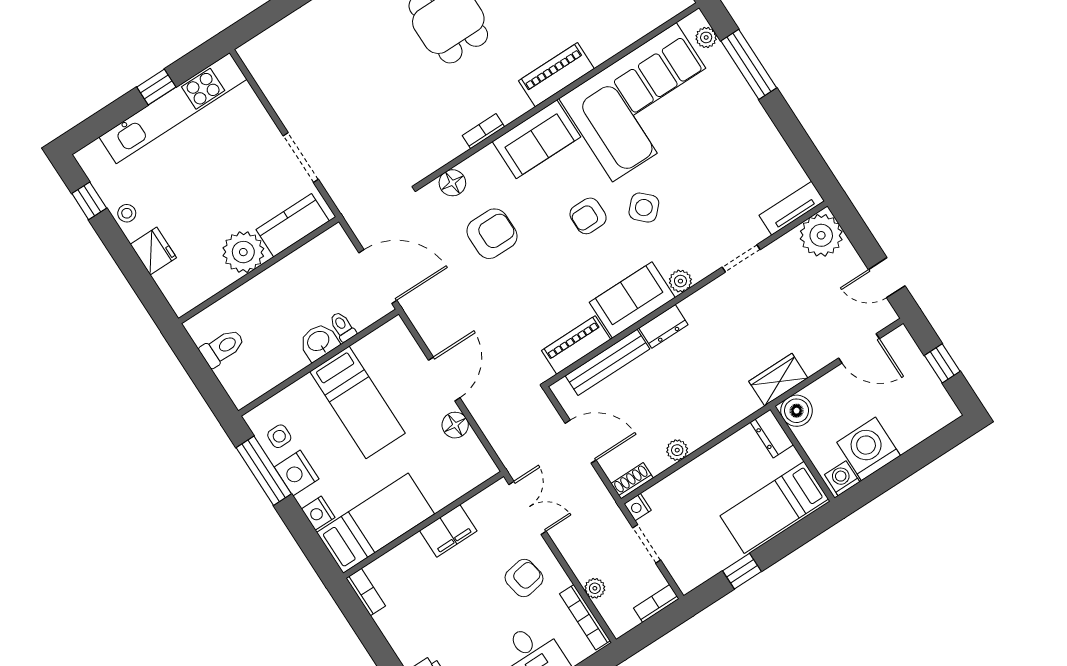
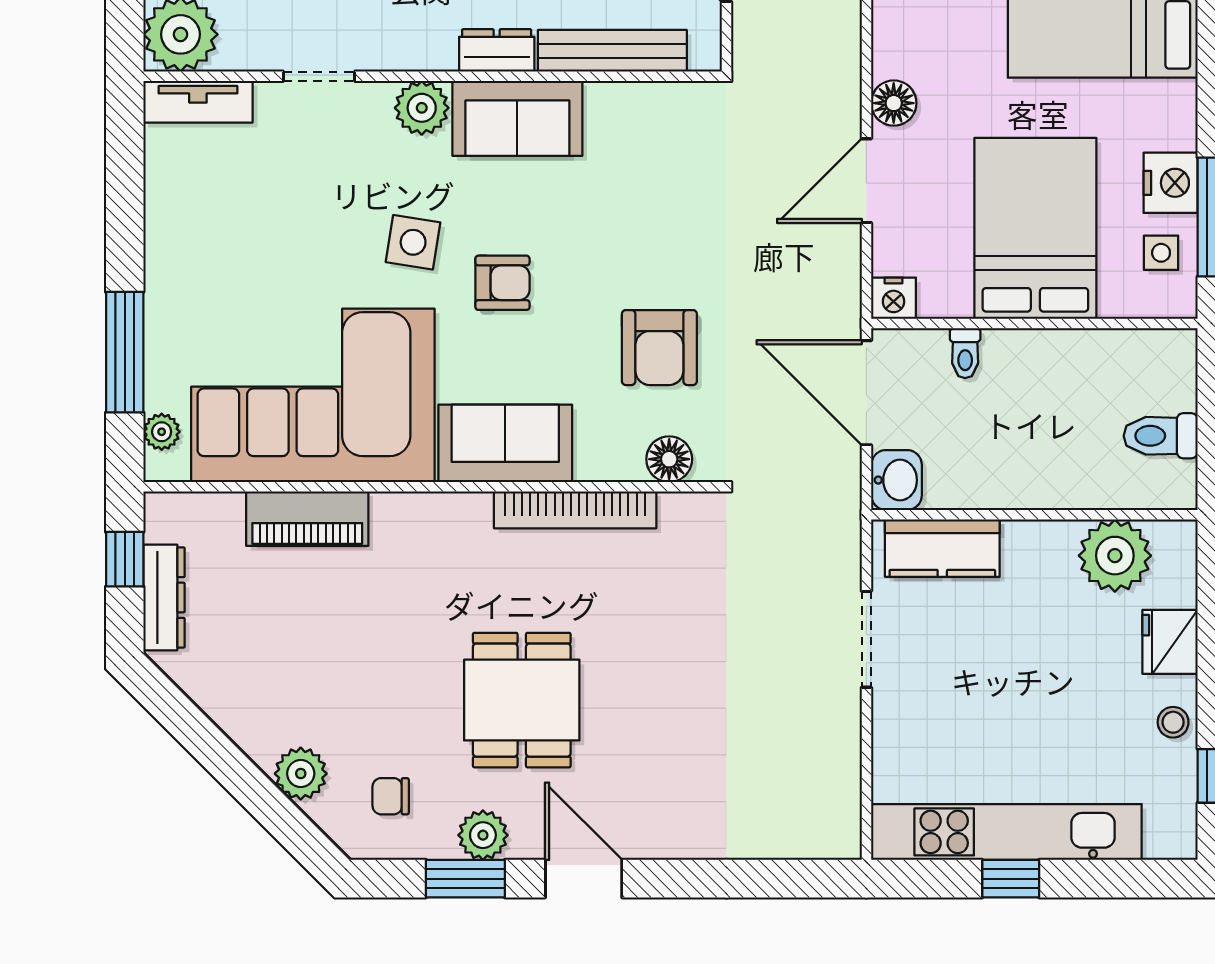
piano: (556, 75) -> (307, 519), moved
bookcase: (483, 131) -> (575, 510), width x2.31, depth x1.31
side table: (644, 208) -> (413, 242), turned -35
armchair: (492, 234) -> (659, 348), turned -90
plant: (243, 252) -> (1115, 556), moved
plant: (680, 281) -> (422, 108), width x1.38, depth x1.38
washbasin: (319, 342) -> (897, 480), moved, turned -90
piano: (576, 345) -> (642, 106), removed
bed: (357, 402) -> (1035, 228), width x1.50
nightstand: (318, 513) -> (894, 298), moved, turned 90

